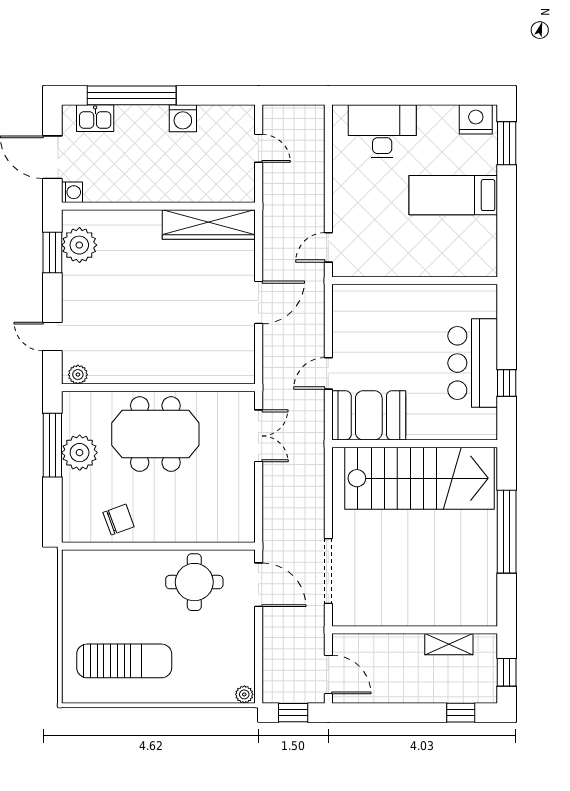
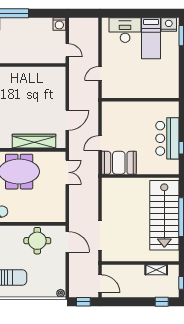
washing machine: (183, 118) -> (59, 24), moved
door: (259, 148) -> (67, 50), moved
bed: (453, 195) -> (151, 38), moved, turned -90
wardrobe: (209, 225) -> (34, 141), moved, turned 180
door: (328, 247) -> (100, 73), moved
door: (259, 302) -> (67, 120), moved
stairs: (420, 478) -> (164, 215), moved, turned 90

